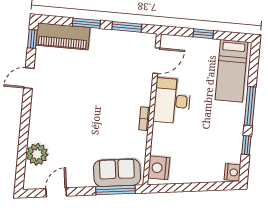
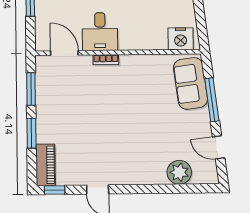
piano: (63, 36) -> (45, 165), width x0.73, depth x0.75
desk: (172, 101) -> (100, 32), width x0.73
bookcase: (145, 119) -> (106, 60), moved
window: (116, 190) -> (212, 100), moved

